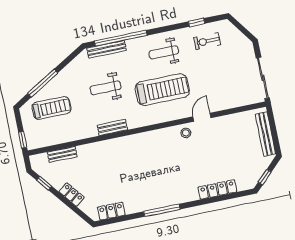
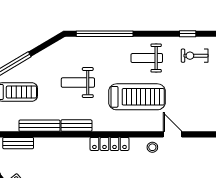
bench: (107, 49) -> (39, 126), moved
door: (202, 117) -> (173, 134), hinge flipped
locker: (146, 138) -> (109, 144), added

